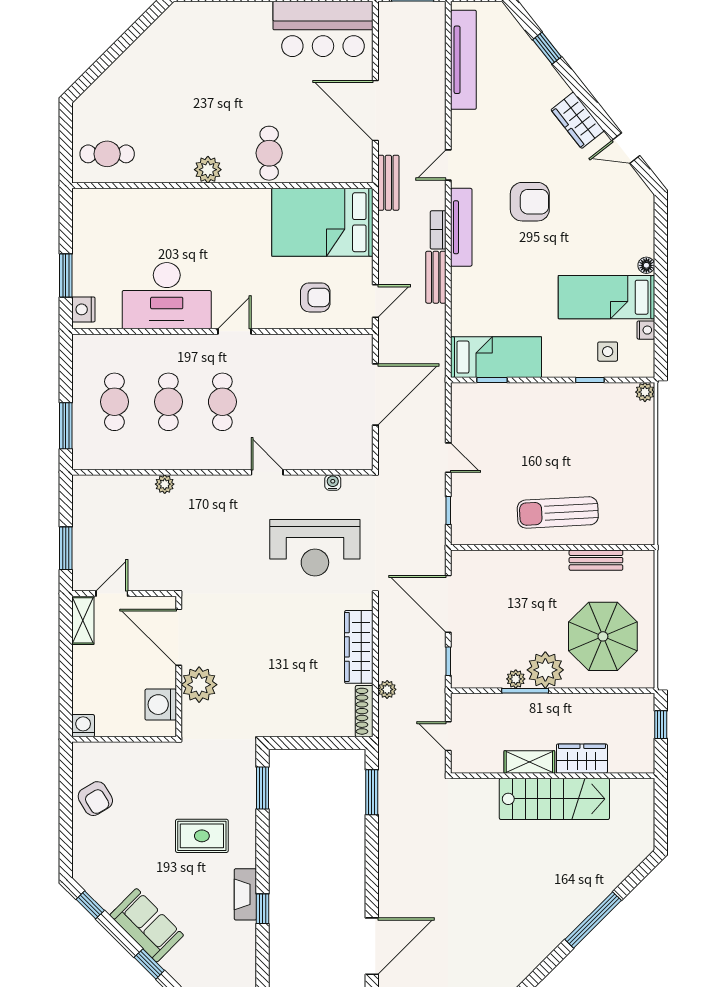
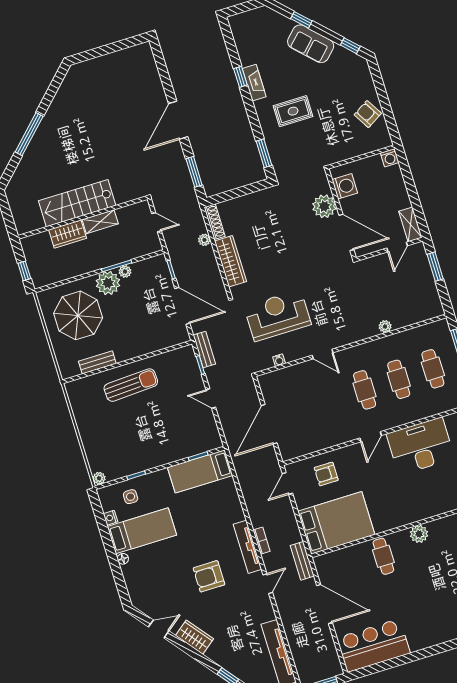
bench: (436, 277) -> (204, 350), moved
door: (372, 946) -> (178, 120), moved

